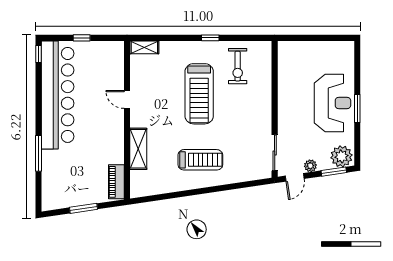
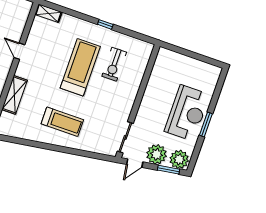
exercise bike: (238, 66) -> (114, 64), moved
treadmill: (199, 94) -> (80, 67), turned 180
plant: (310, 166) -> (157, 154), width x1.88, depth x1.88

